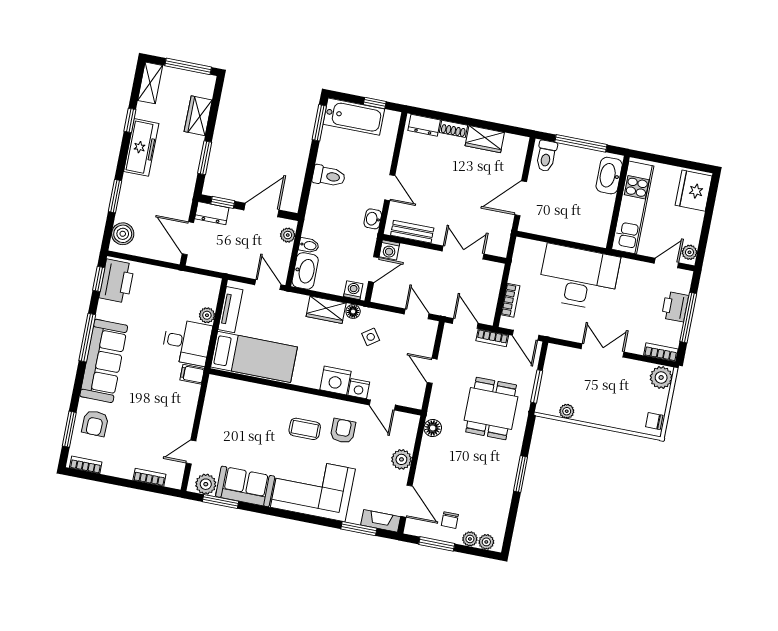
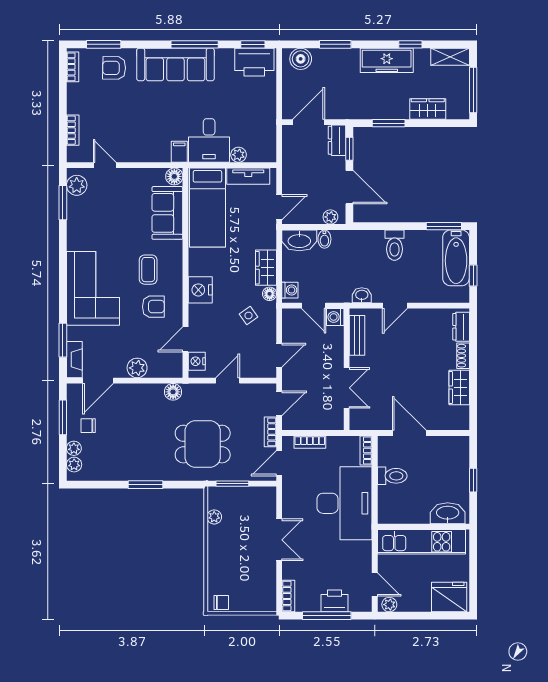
window: (581, 143) -> (473, 480), width x0.46
toilet: (546, 156) -> (392, 476), moved, turned 180
bookcase: (530, 245) -> (366, 451), added
plant: (661, 377) -> (264, 601), removed
floor lamp: (216, 384) -> (174, 176), added
nightstand: (359, 389) -> (197, 361), moved
chair: (654, 421) -> (221, 603), turned 90
sofa: (245, 486) -> (167, 213), moved, turned 180

